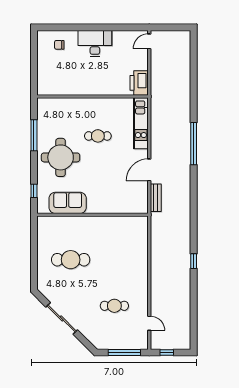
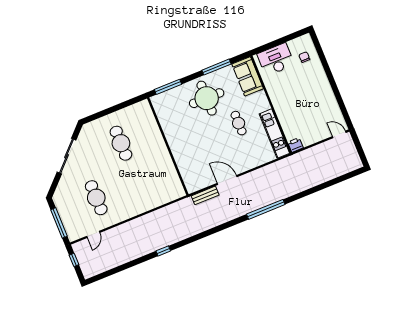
desk: (95, 43) -> (276, 59), moved, turned -90
printer: (139, 83) -> (295, 145), width x0.53, depth x0.68
kitchen unit: (141, 123) -> (274, 134), moved, turned -90
window: (34, 191) -> (168, 87), width x2.17
sofa: (68, 203) -> (248, 76), moved, turned 180
cafe table: (114, 306) -> (96, 198), width x1.37, depth x1.35

